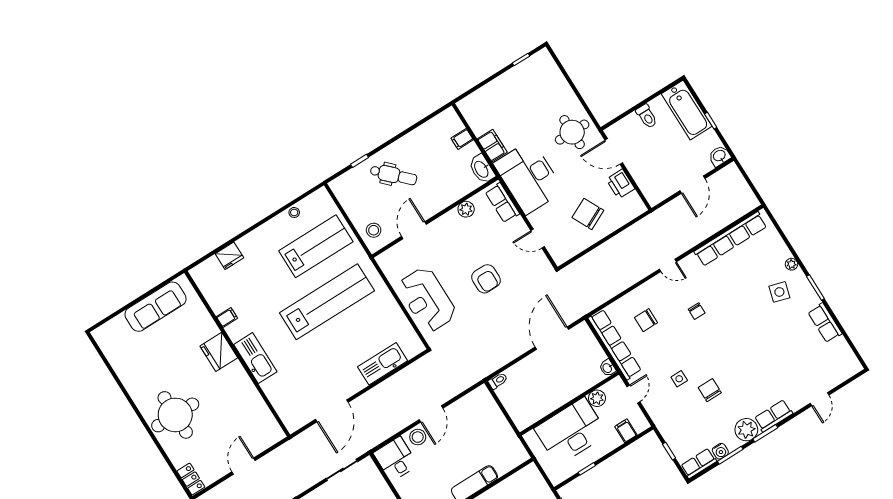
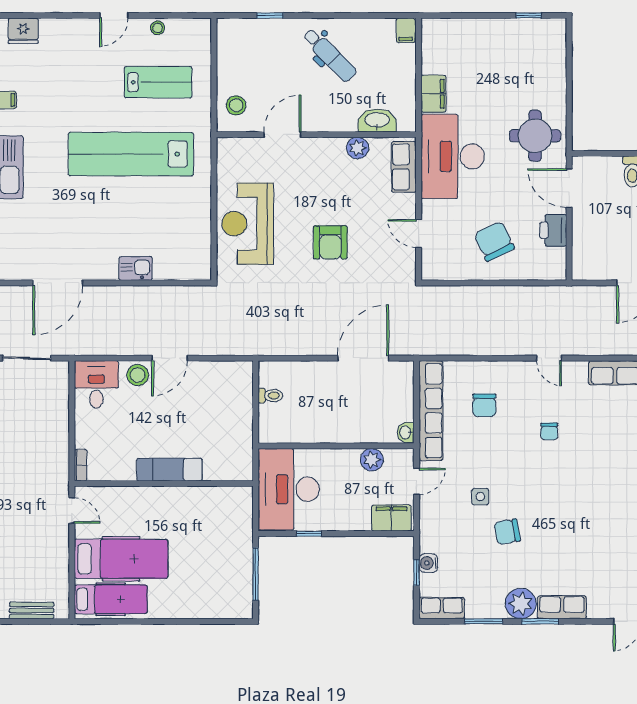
filing cabinet: (462, 139) -> (406, 30), moved, turned -90
washbasin: (482, 169) -> (377, 120), moved, turned 90
dental chair: (393, 175) -> (330, 55), moved
door: (262, 222) -> (114, 15), added
lab bench: (316, 246) -> (158, 82), width x0.73, depth x0.72
fridge: (229, 256) -> (23, 31), moved
lab bench: (327, 302) -> (131, 154), turned 180
chair: (646, 320) -> (484, 405), turned -90
kitchen sink: (383, 364) -> (136, 268), width x0.53, depth x0.81
toilet: (498, 381) -> (270, 396), moved
chair: (710, 390) -> (507, 532), turned -100
desk: (571, 431) -> (289, 489), moved, turned -90
filing cabinet: (626, 431) -> (391, 518), width x2.00
water cooler: (720, 451) -> (428, 563), moved, turned 90

